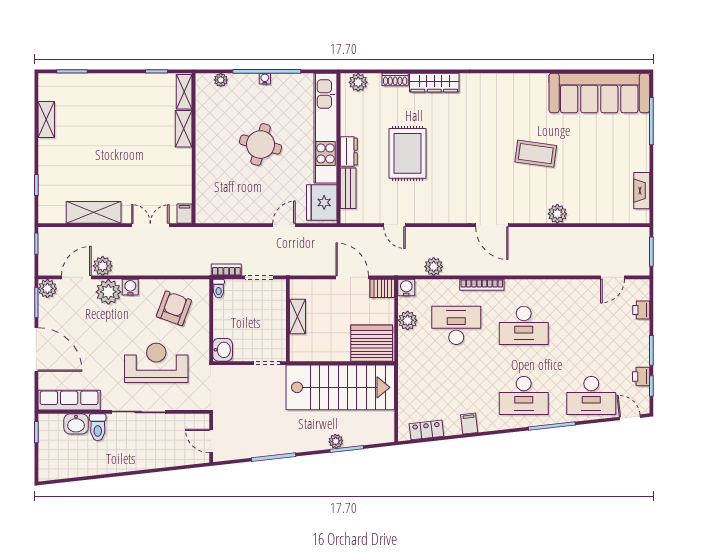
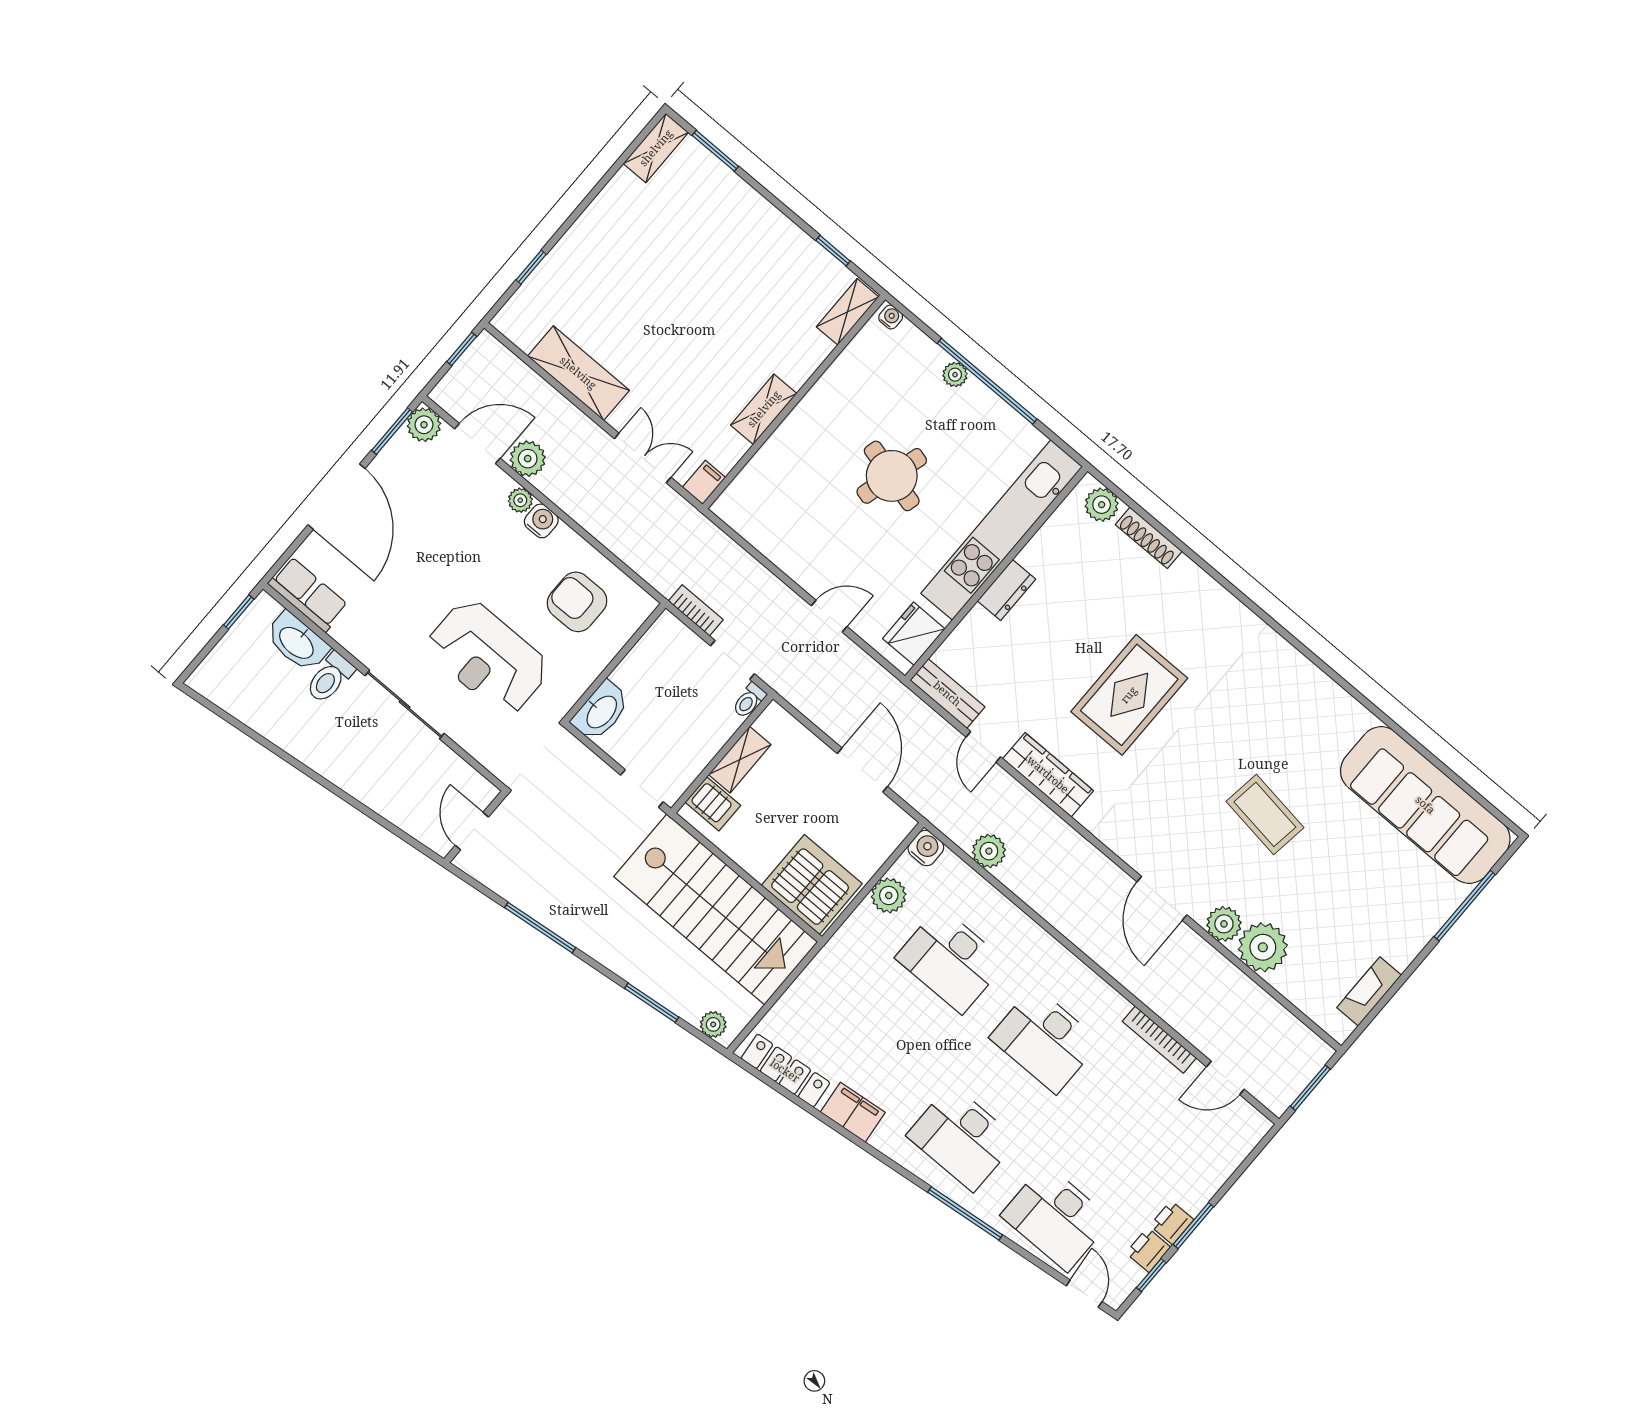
water cooler: (265, 79) -> (891, 317), moved
shoe rack: (395, 79) -> (1149, 538), width x1.43
plant: (221, 80) -> (955, 375), moved
wardrobe: (434, 83) -> (1048, 775), moved, turned 180
shelving: (46, 120) -> (656, 148), moved
shelving: (184, 129) -> (764, 409), moved
rug: (407, 153) -> (1129, 695), moved
bench: (348, 188) -> (947, 694), moved, turned 90
fridge: (322, 202) -> (914, 634), width x0.73, depth x0.75
plant: (582, 210) -> (1263, 947), added
door: (492, 225) -> (1162, 898), moved
bookcase: (482, 285) -> (1159, 1040), moved
server rack: (382, 288) -> (713, 804), moved, turned 180
toilet: (219, 289) -> (749, 701), moved
plant: (108, 292) -> (520, 500), width x0.53, depth x0.53
armchair: (174, 308) -> (577, 602), turned -110
printer: (641, 310) -> (1172, 1223), moved
desk: (456, 325) -> (951, 960), turned 180
washbasin: (223, 350) -> (601, 711), width x1.38
reception desk: (156, 363) -> (488, 657), turned 180
row of seats: (69, 400) -> (308, 594), width x0.68
washbasin: (76, 424) -> (297, 642), width x1.38
filing cabinet: (469, 424) -> (853, 1112), width x2.00
locker: (426, 430) -> (785, 1071), width x1.53
plant: (336, 441) -> (713, 1024), moved

